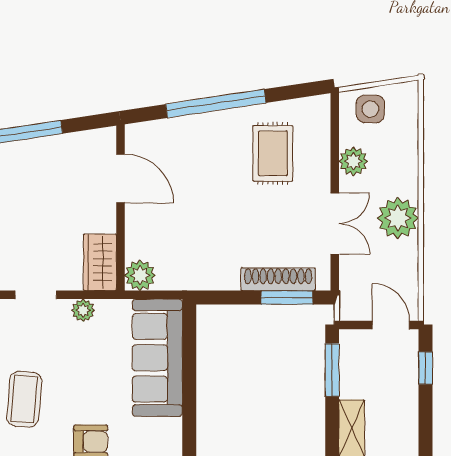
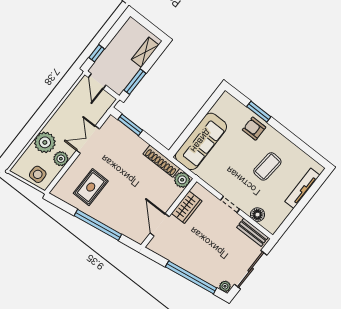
plant: (398, 218) -> (45, 142), moved
wardrobe: (100, 262) -> (187, 207), moved
shoe rack: (278, 279) -> (161, 161), moved
plant: (83, 310) -> (216, 184), removed

